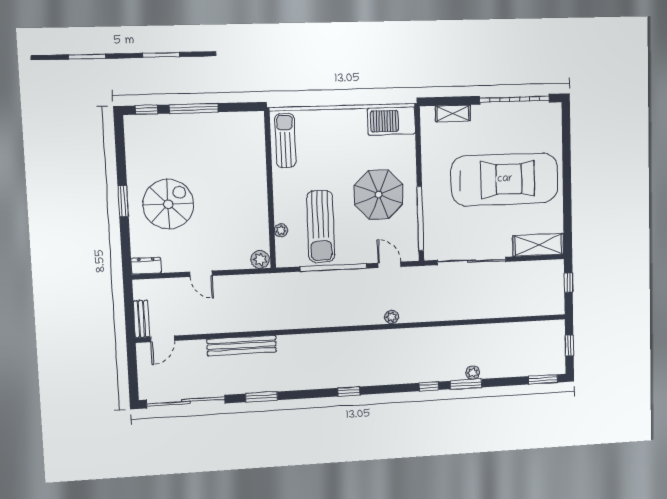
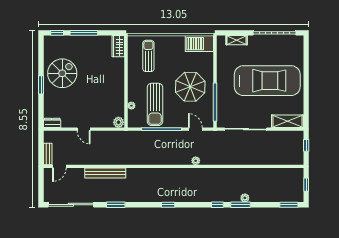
wardrobe: (254, 130) -> (118, 46), added
sun lounger: (285, 141) -> (148, 56), moved
spiral stairs: (168, 204) -> (62, 73), moved

